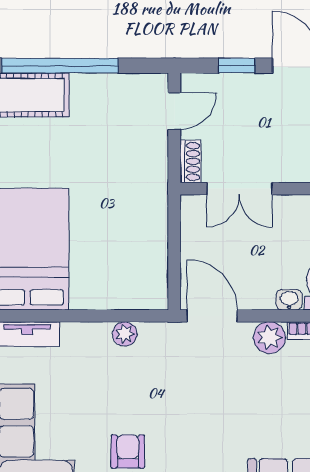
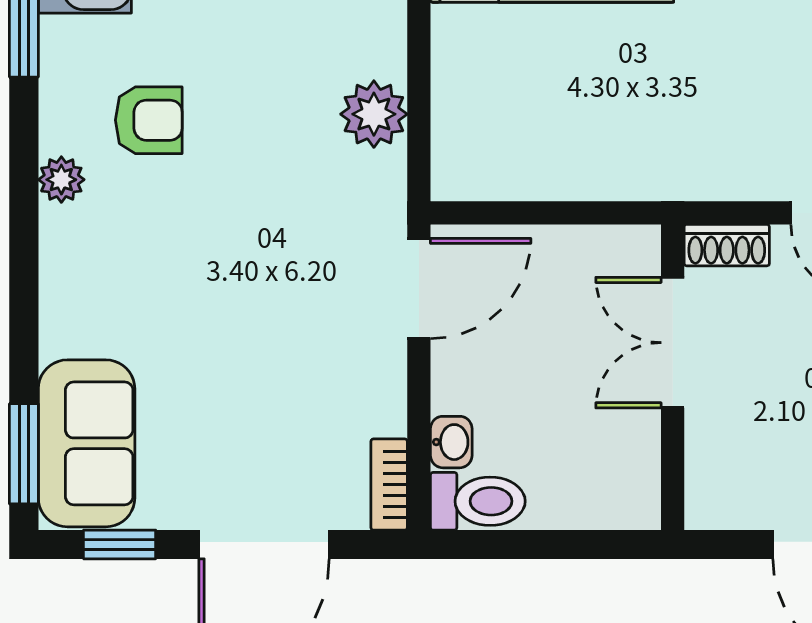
plant: (125, 334) -> (374, 114), width x1.38, depth x1.38
plant: (269, 338) -> (376, 403), removed

